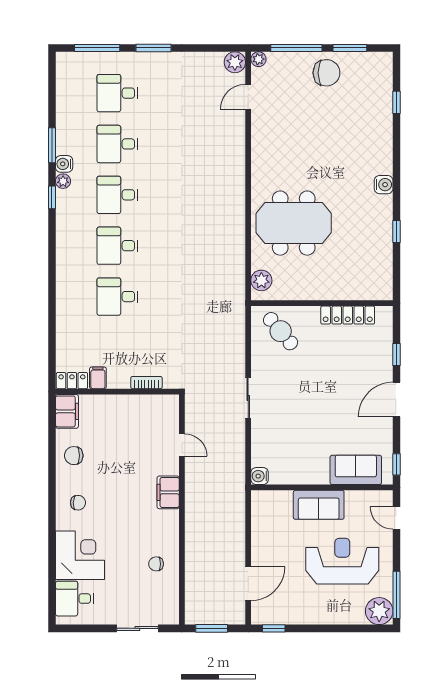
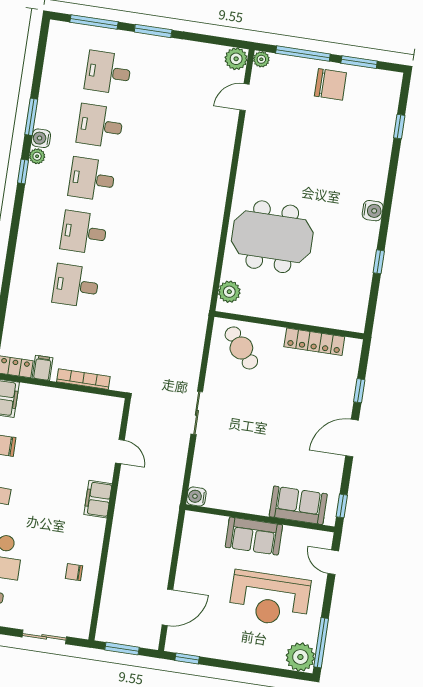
bookcase: (146, 383) -> (83, 379), width x1.56
reception desk: (342, 561) -> (270, 599), turned 180

